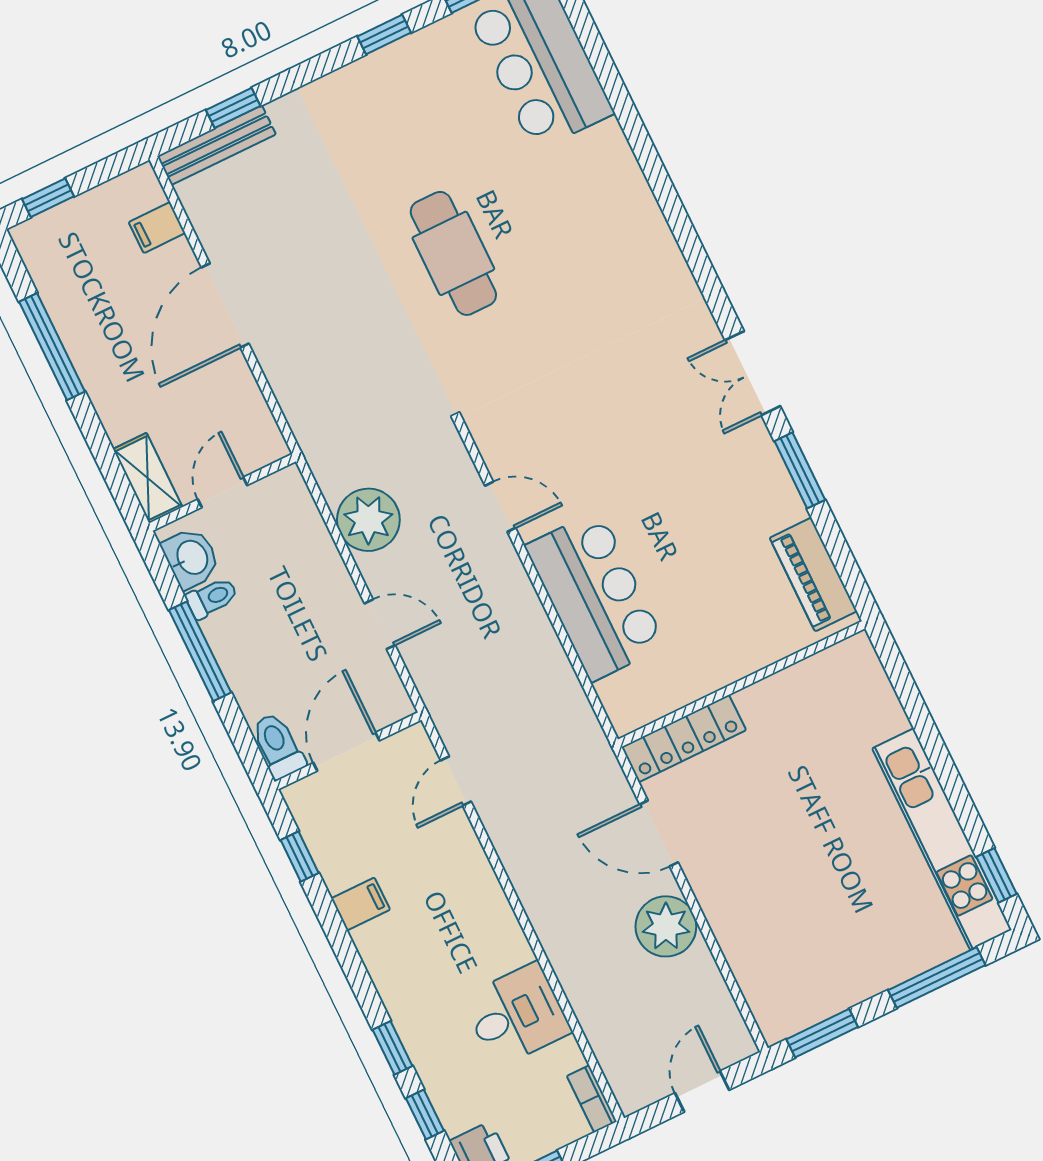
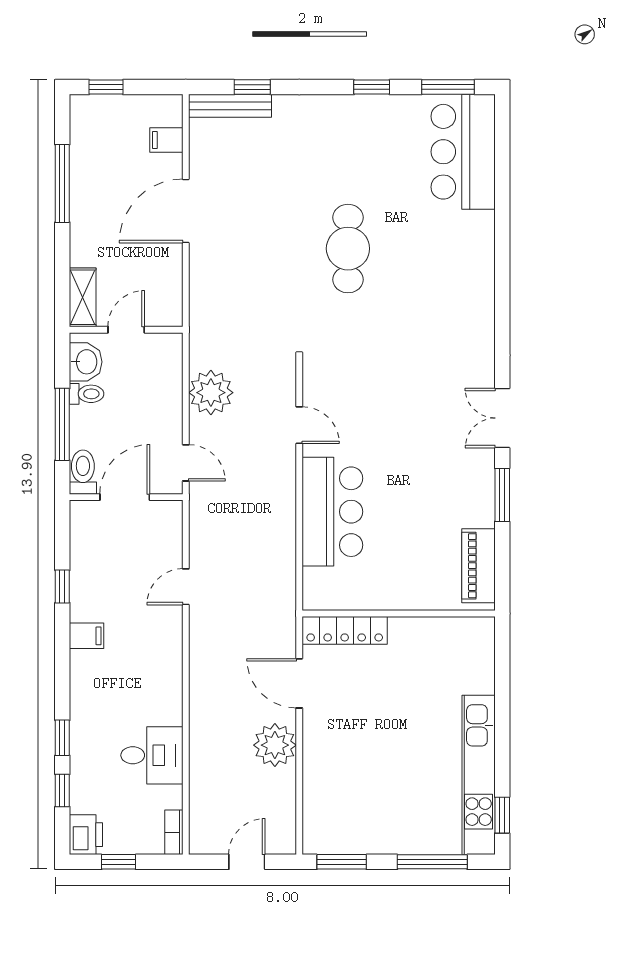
toilet: (278, 746) -> (83, 472), moved
wall: (348, 751) -> (126, 497), moved
door: (346, 752) -> (125, 497), moved

